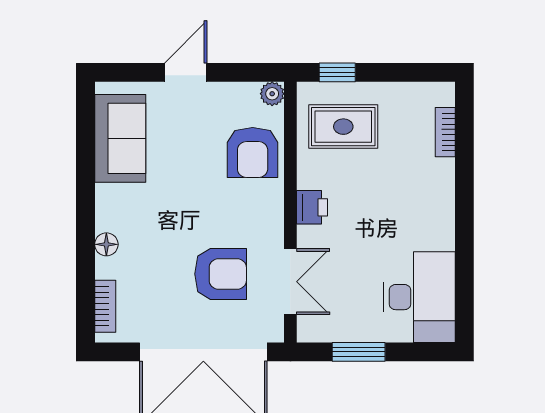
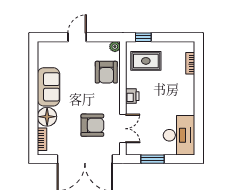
sofa: (120, 138) -> (49, 87), moved
floor lamp: (106, 244) -> (47, 117), width x1.89, depth x1.89

